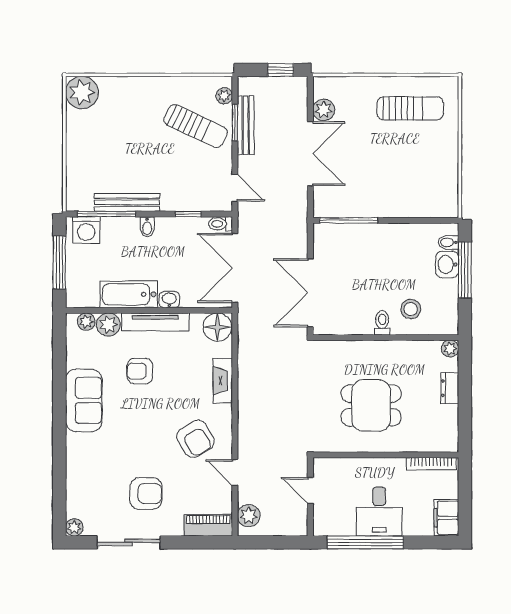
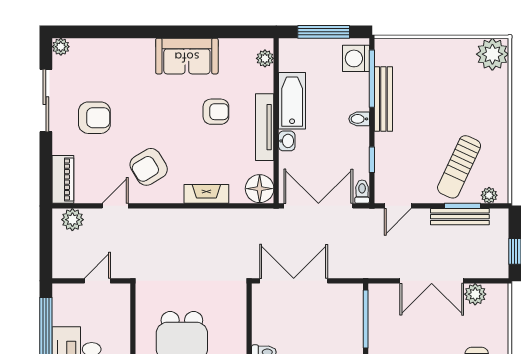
plant: (108, 325) -> (262, 80), removed
armchair: (140, 371) -> (216, 112), turned 90
armchair: (146, 494) -> (94, 118), turned -90

